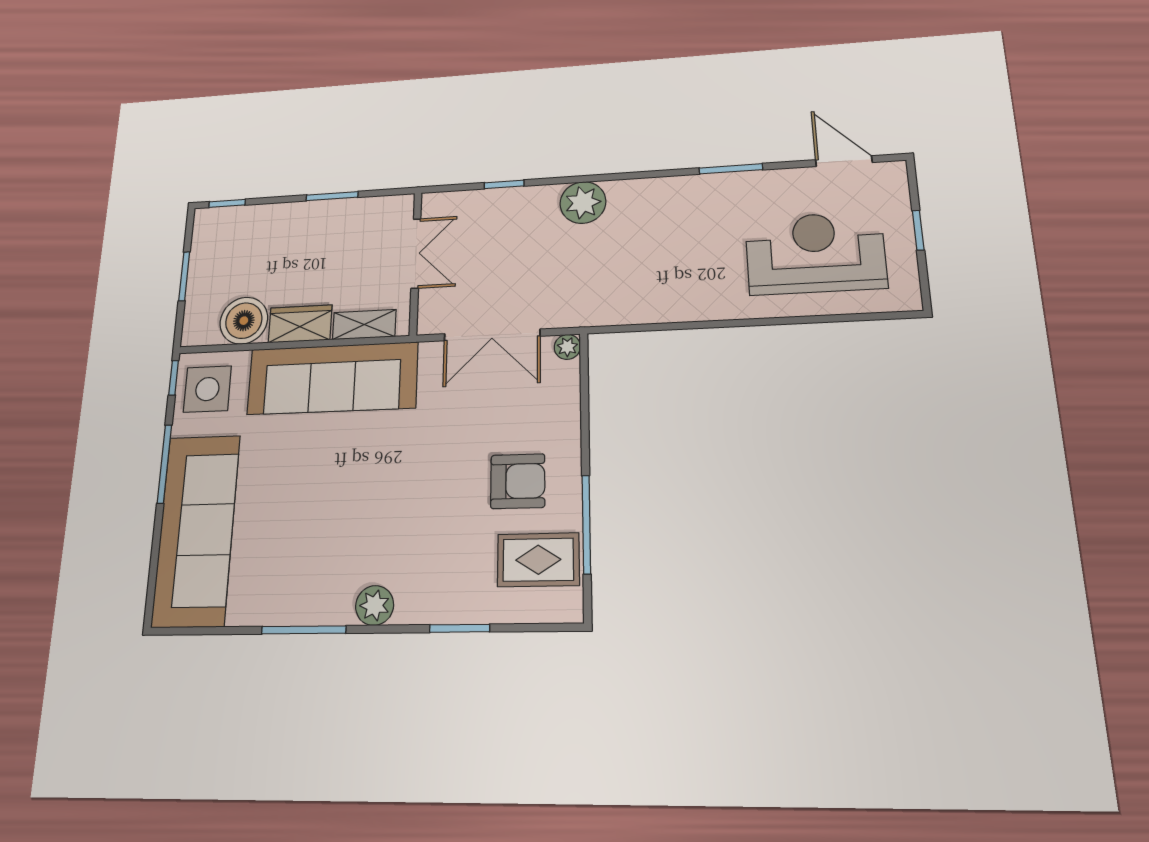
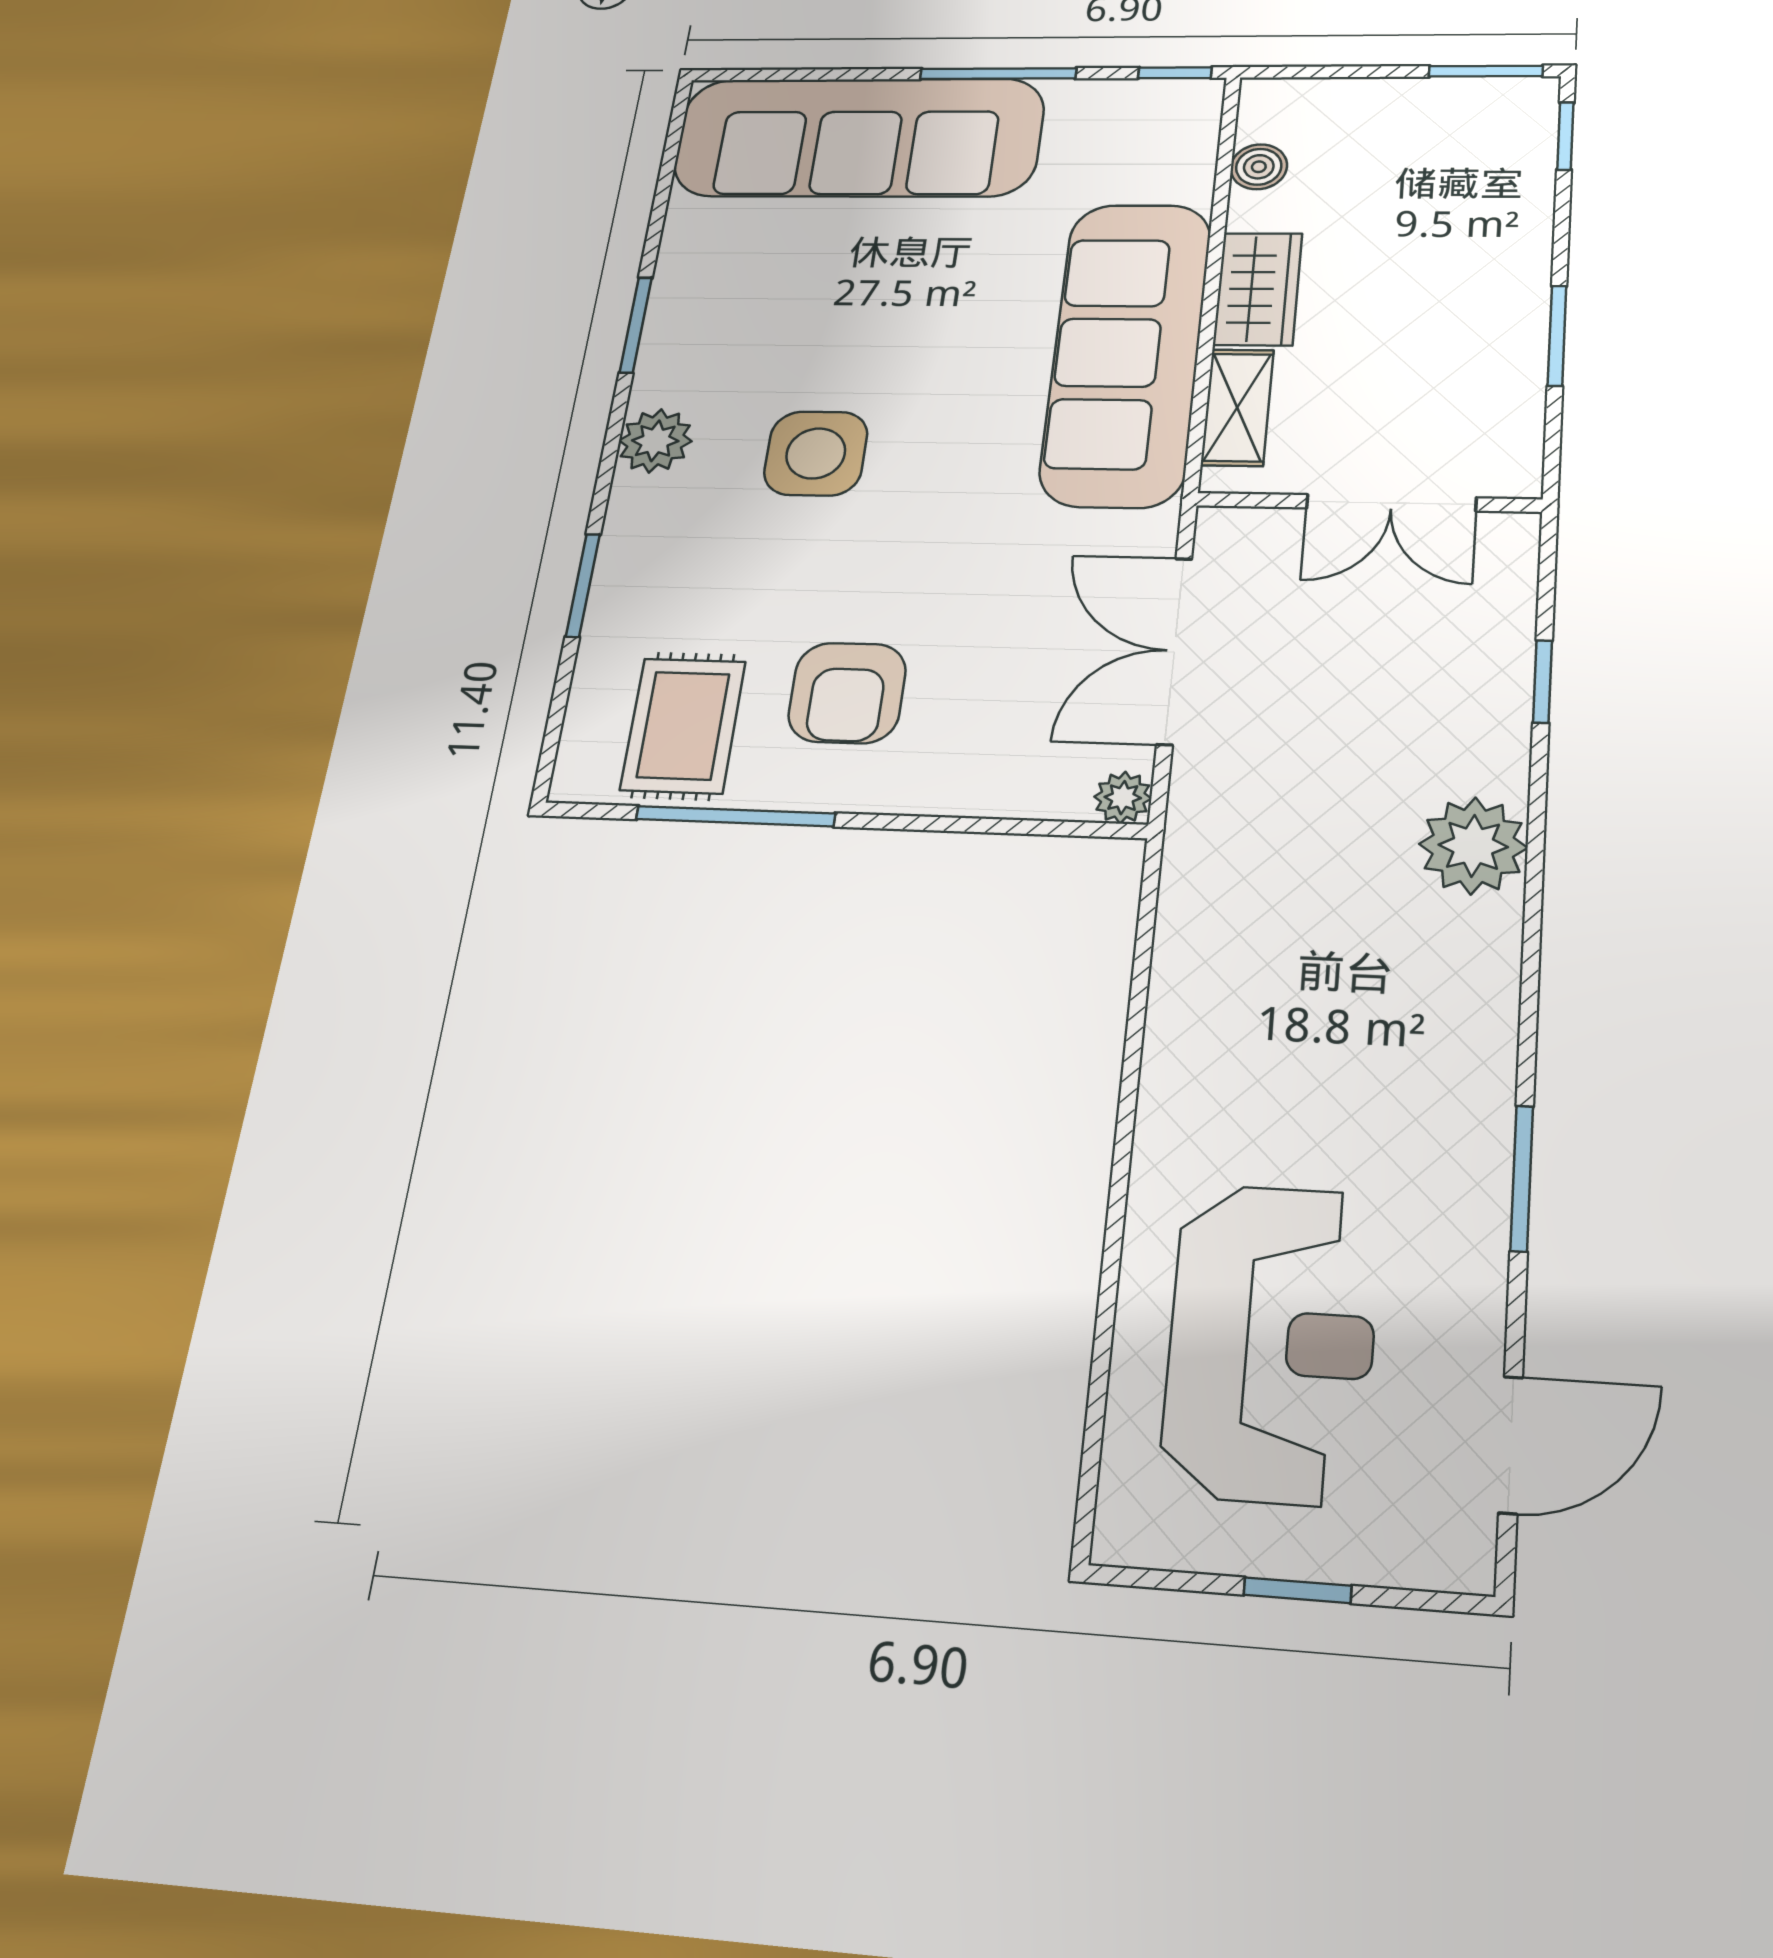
window: (184, 276) -> (1486, 71), moved
boiler: (244, 321) -> (1259, 167), width x0.54, depth x0.54
side table: (207, 389) -> (816, 453), moved
window: (304, 630) -> (636, 325), width x0.69

